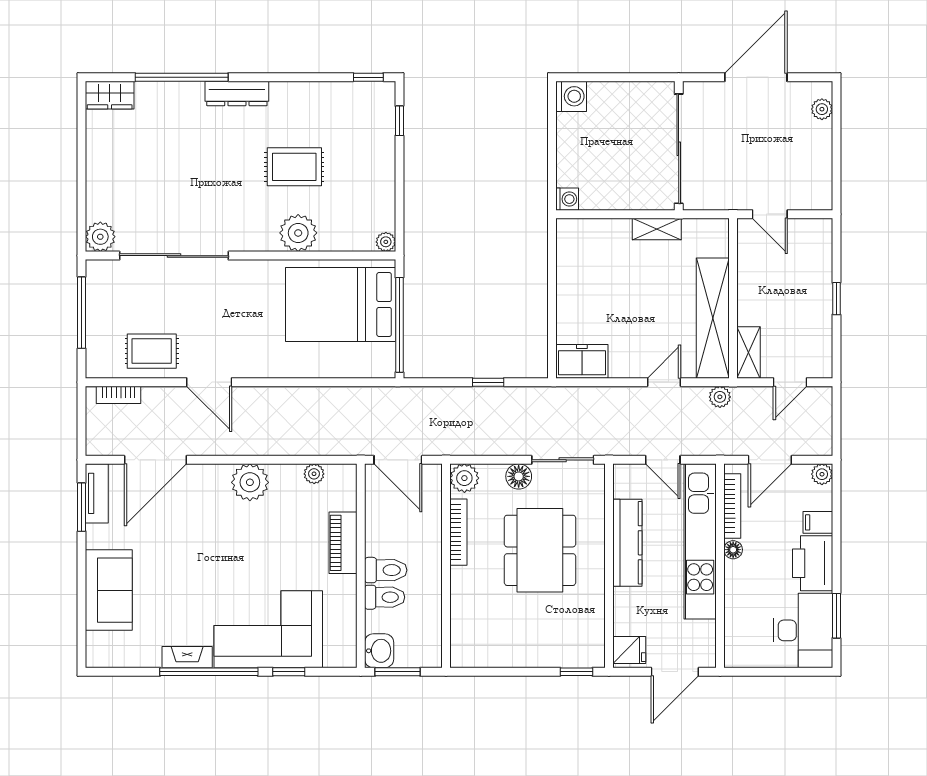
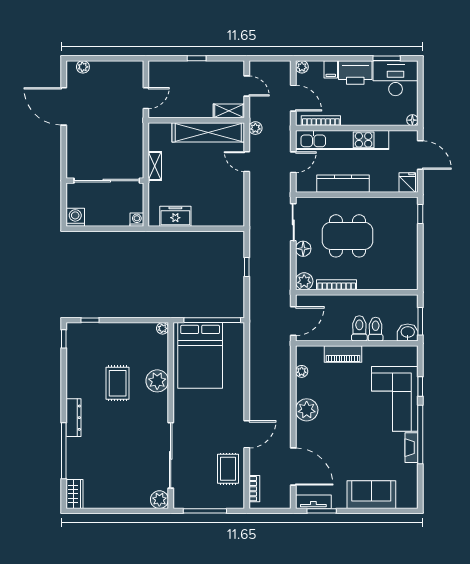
wall: (679, 146) -> (105, 181), moved
sliding door: (679, 149) -> (107, 181), moved
freezer: (582, 361) -> (175, 216), moved, turned 90
floor lamp: (733, 550) -> (412, 120), moved

